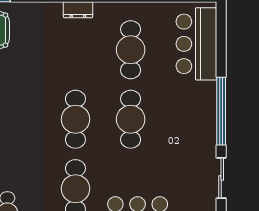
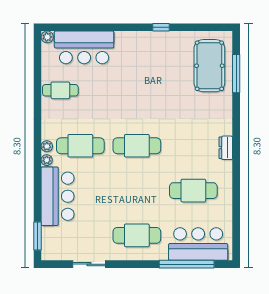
window: (221, 111) -> (187, 264), moved
cafe table: (131, 119) -> (137, 235), moved

